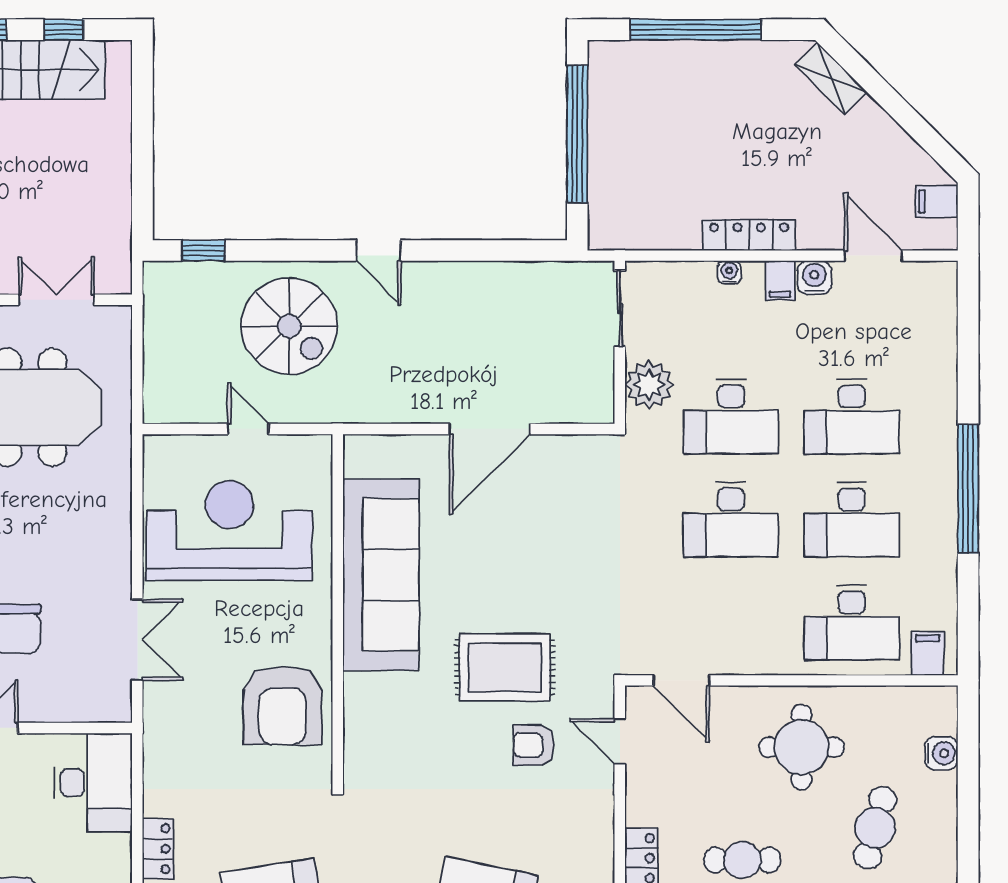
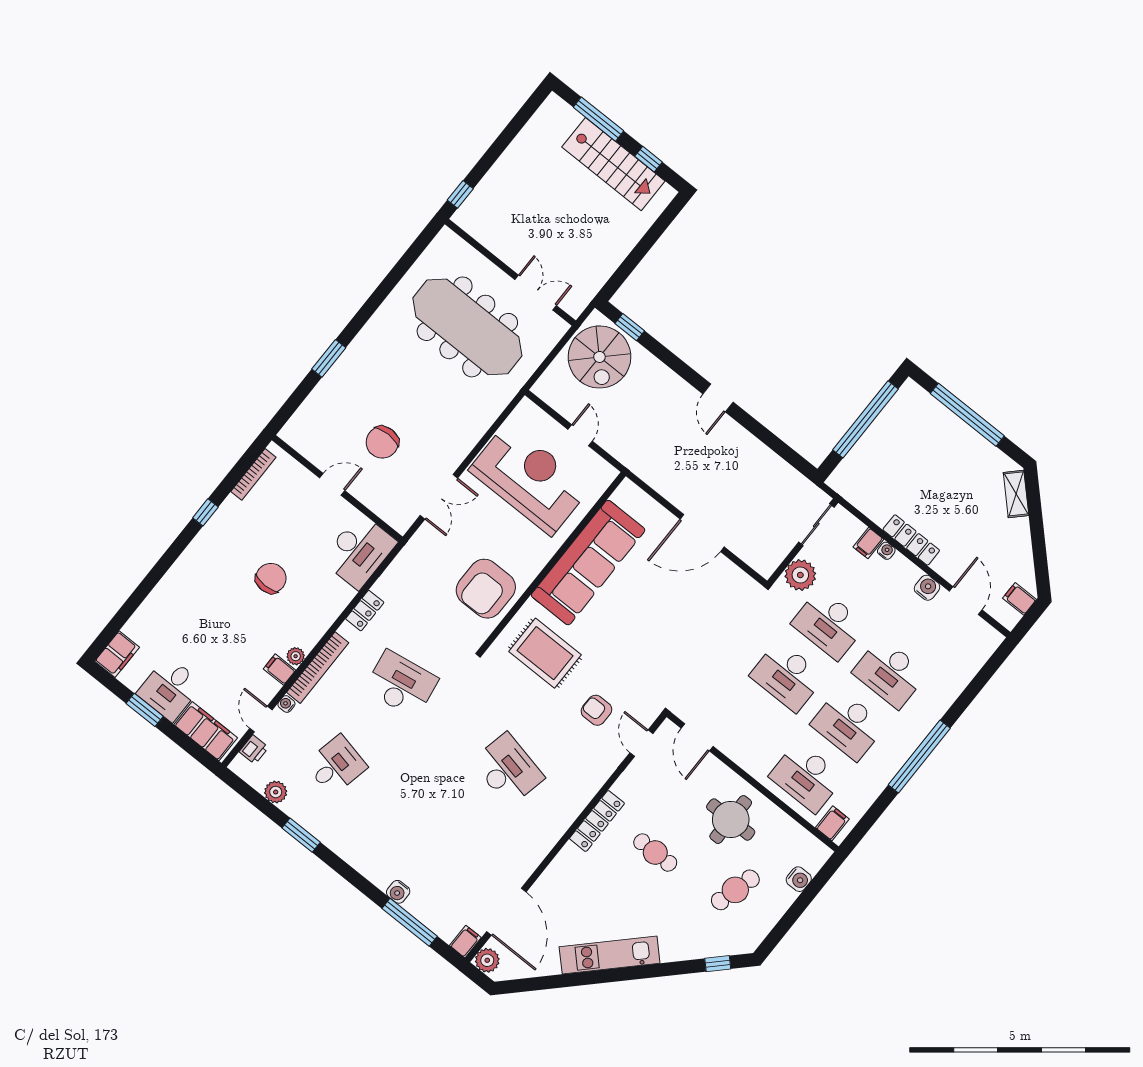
filing cabinet: (780, 280) -> (868, 543), moved
spiral stairs: (289, 326) -> (599, 357), moved
rug: (505, 667) -> (545, 653), moved

